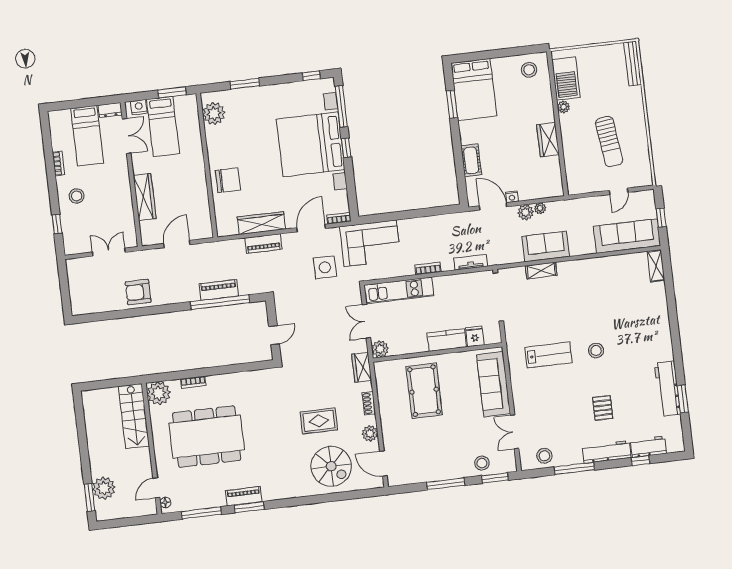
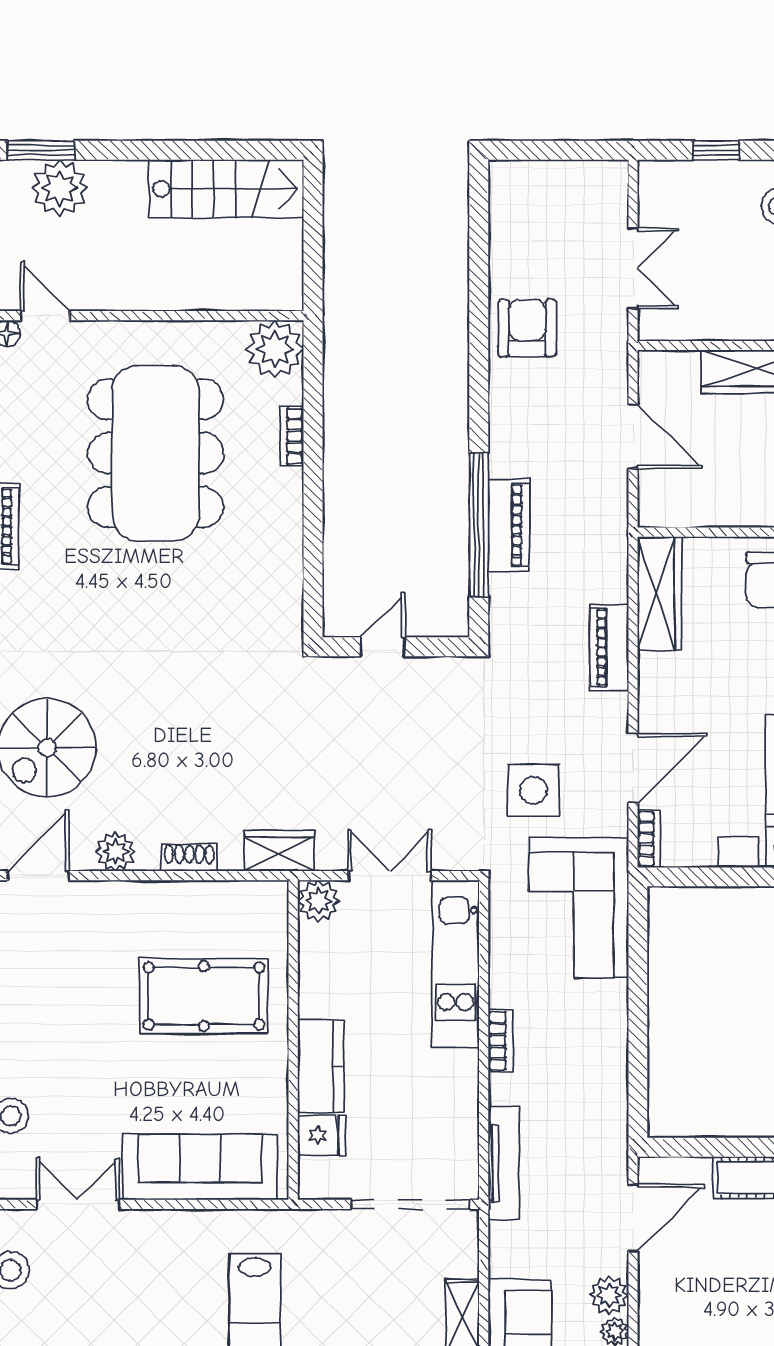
nightstand: (512, 197) -> (651, 1266), removed
wardrobe: (261, 223) -> (660, 594), moved
door: (311, 228) -> (633, 768), hinge flipped
tv unit: (471, 262) -> (503, 1163), width x1.41
door: (274, 335) -> (383, 647), swing flipped
stairs: (134, 416) -> (226, 189), moved, turned 180
rug: (319, 421) -> (161, 731), removed

